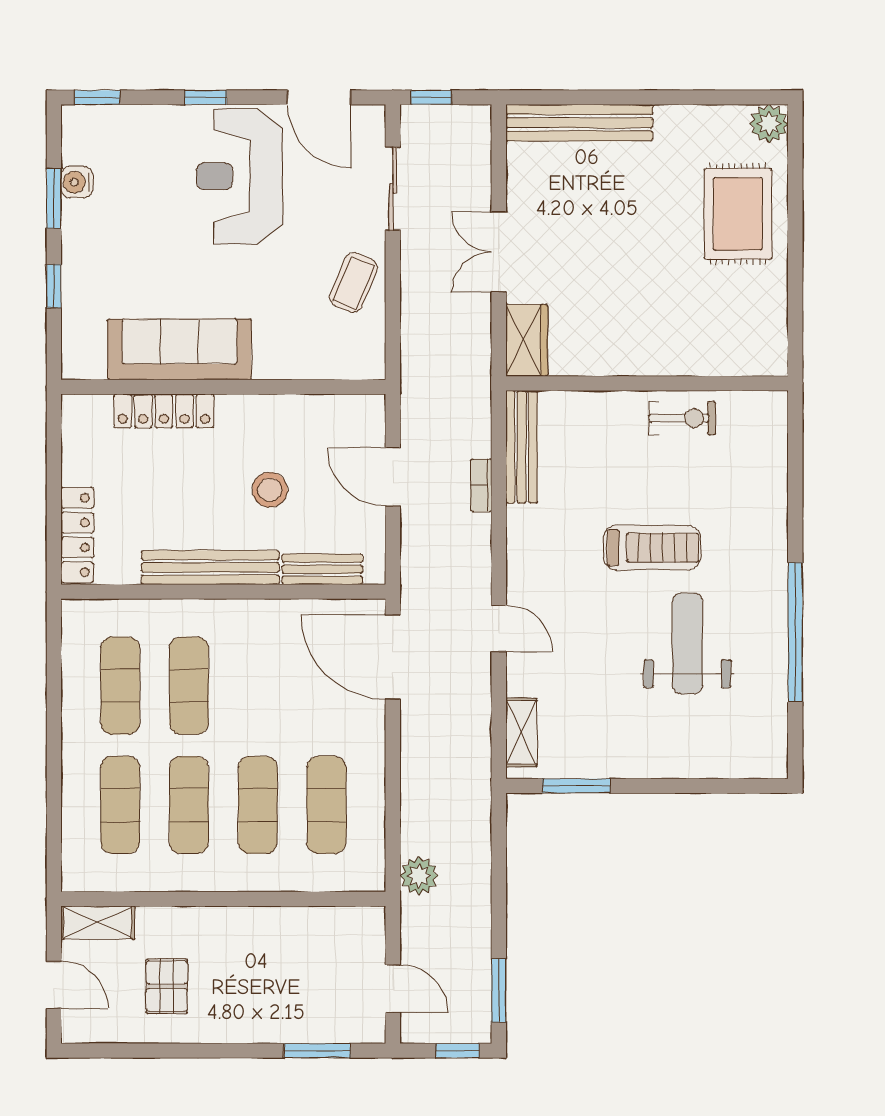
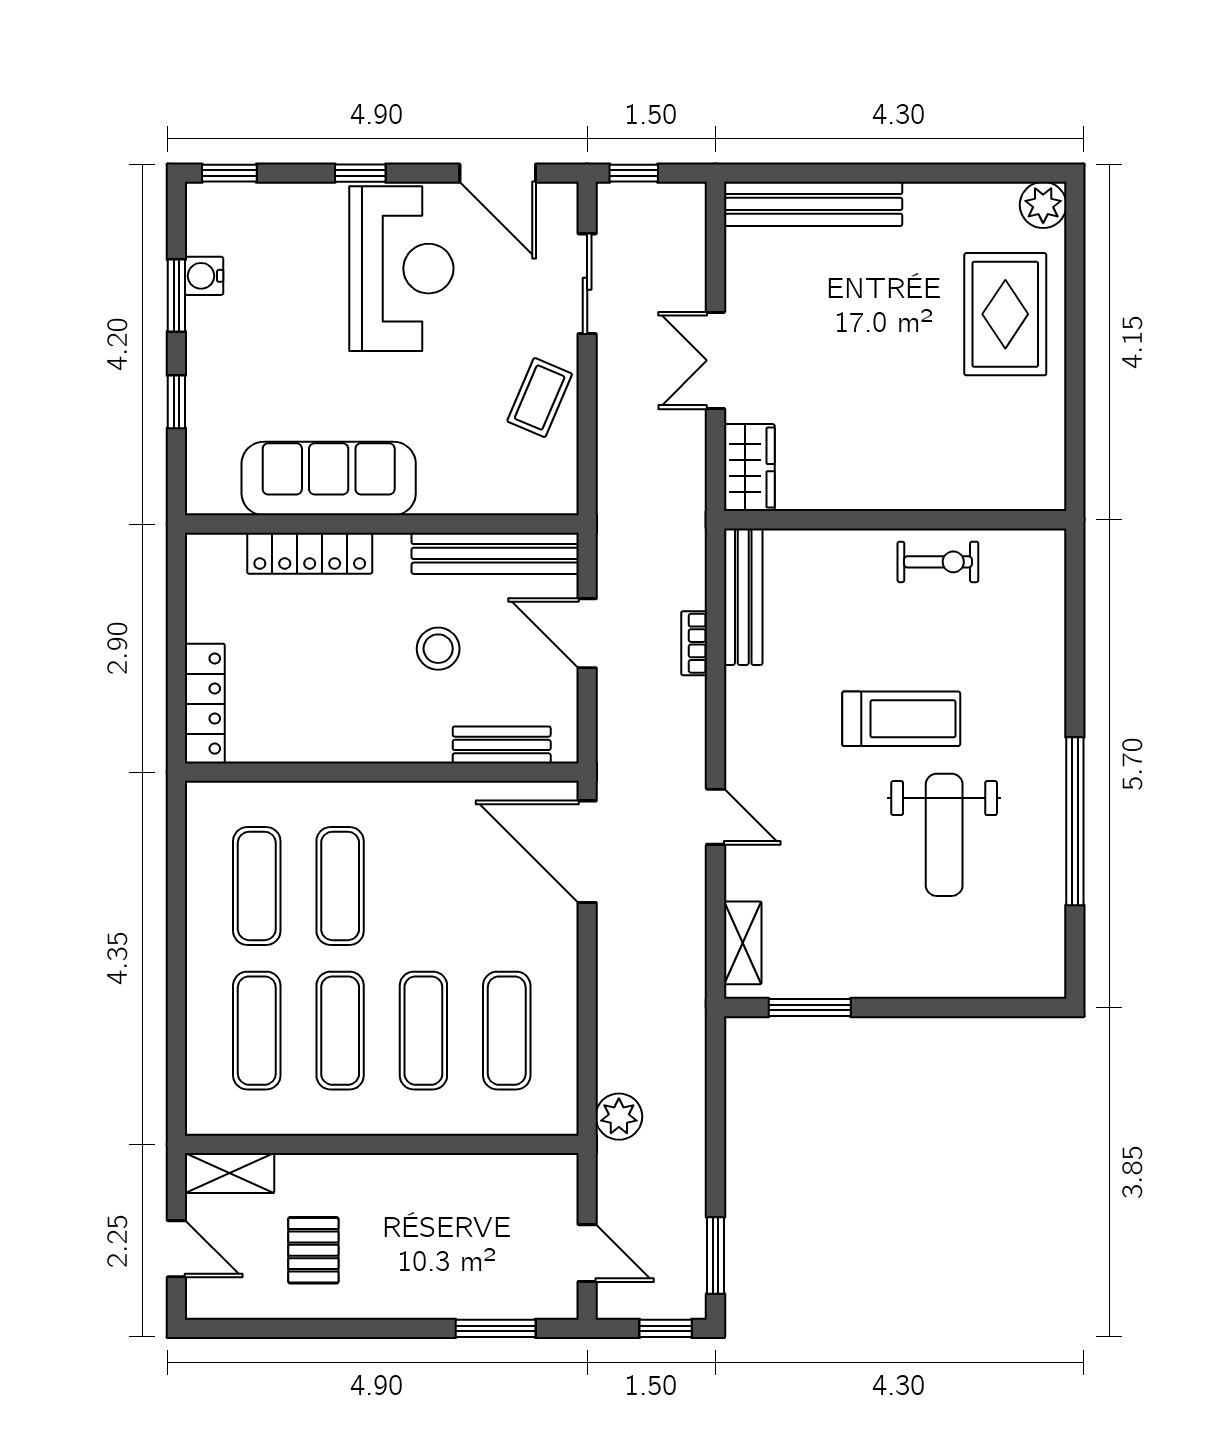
reception desk: (240, 176) -> (401, 269), turned 180
bench: (210, 567) -> (495, 553), moved
weight bench: (687, 643) -> (944, 835), turned 180

